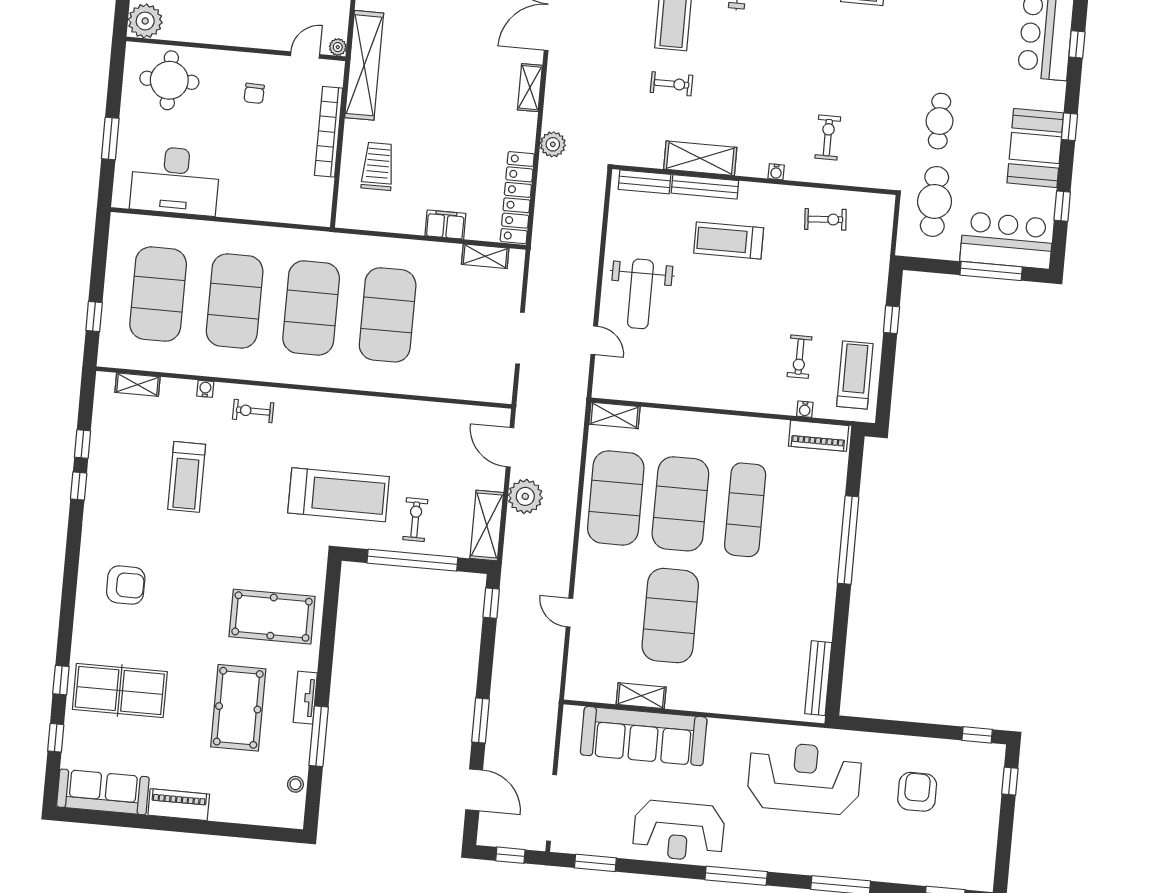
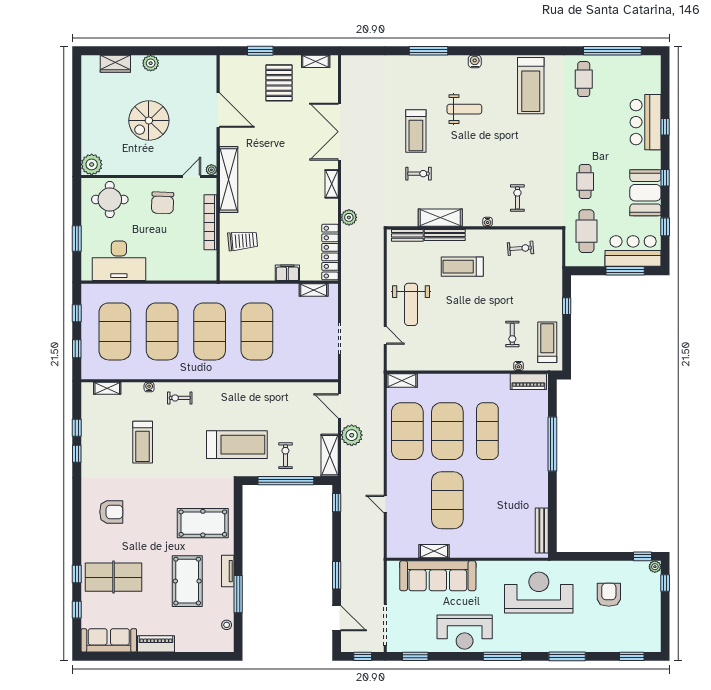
chair: (254, 93) -> (163, 203), width x1.87, depth x1.87
trolley: (378, 166) -> (243, 241), turned 85
window: (99, 259) -> (77, 313), added
plant: (996, 753) -> (655, 567), added

